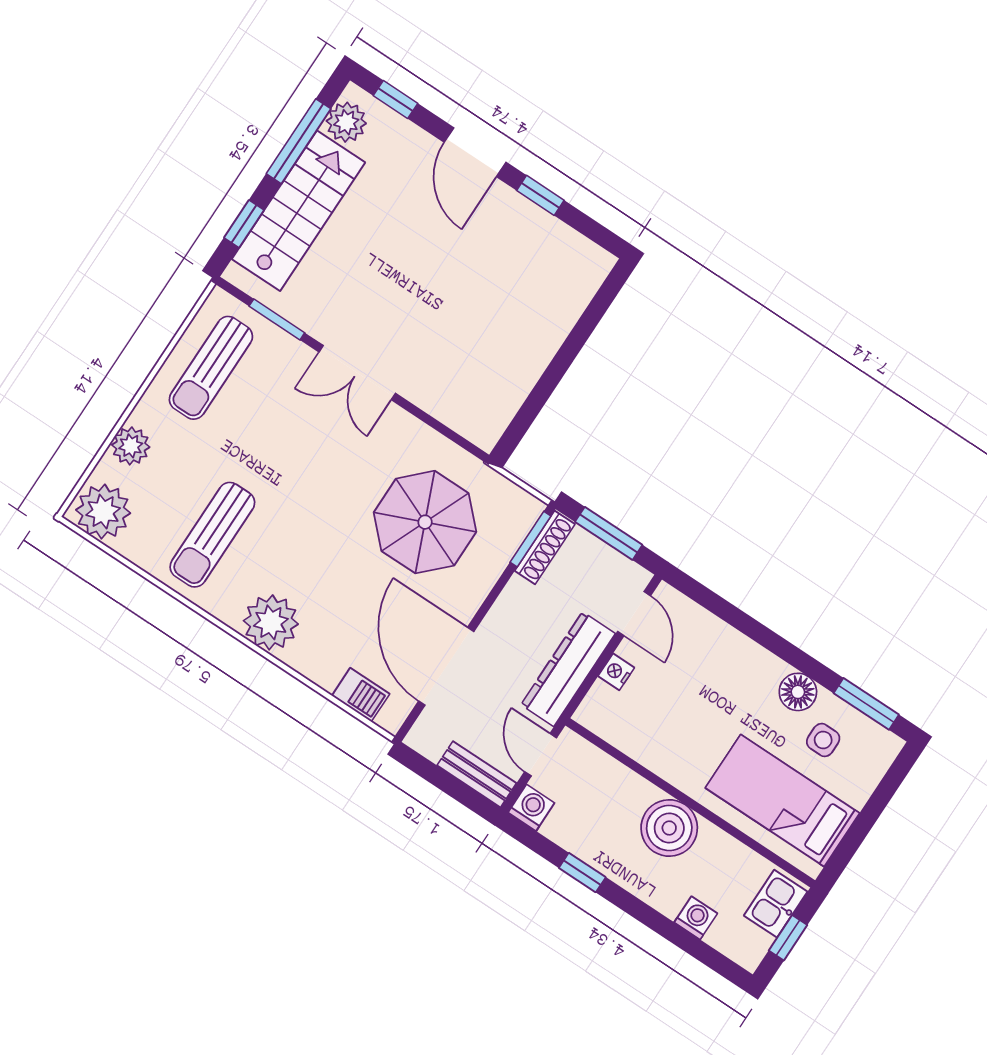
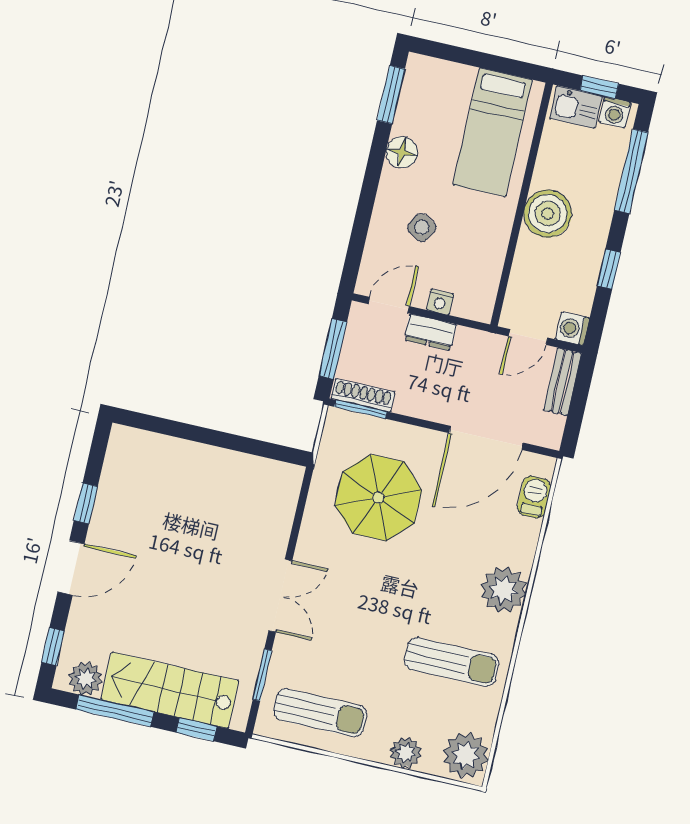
dresser: (568, 669) -> (430, 332), width x0.51, depth x0.80
side table: (823, 740) -> (422, 227), moved, turned 31
washing machine: (696, 918) -> (615, 112), moved, turned -90
window: (681, 938) -> (631, 171), added

